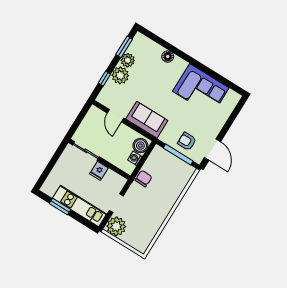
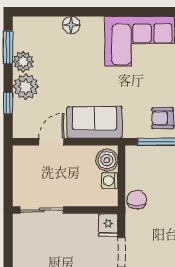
door: (115, 116) -> (51, 142), swing flipped
fridge: (99, 171) -> (108, 225), moved

